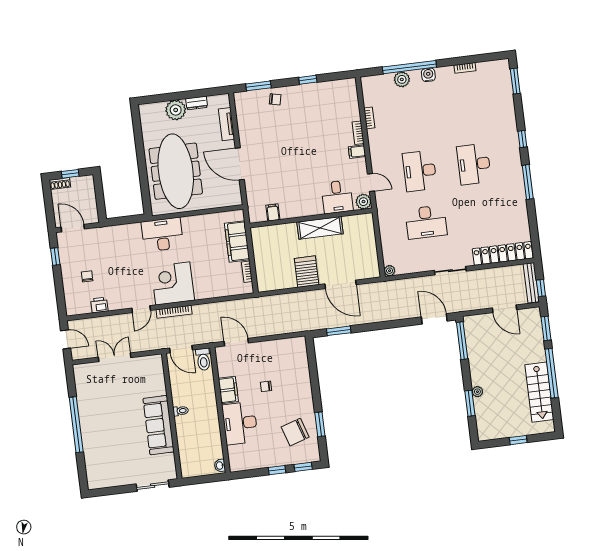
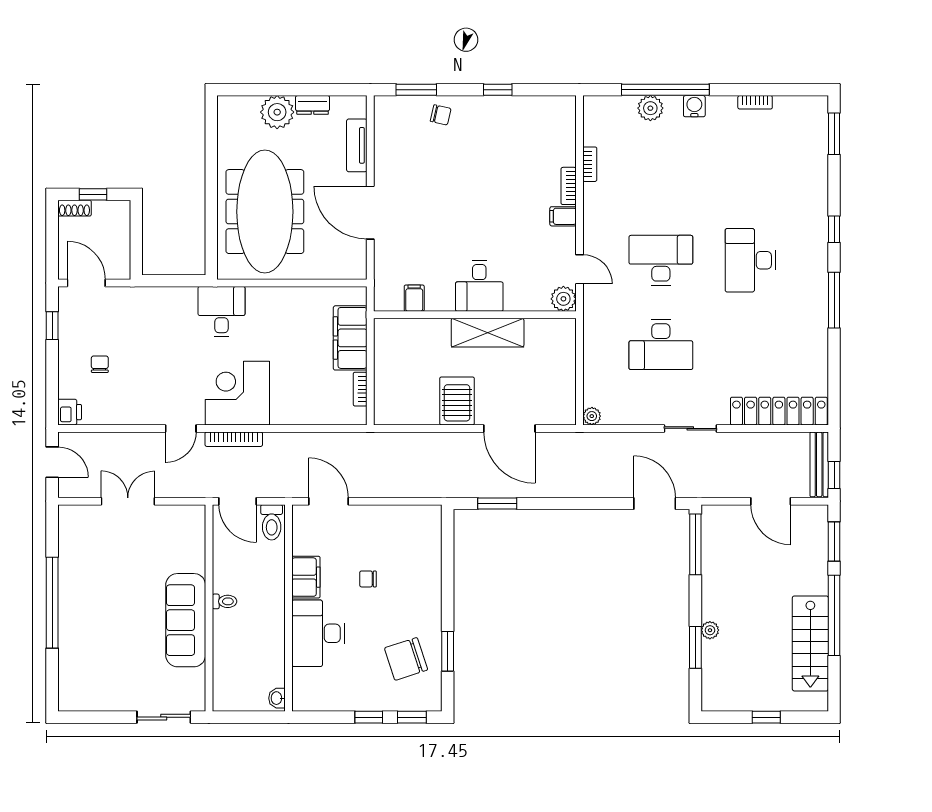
desk: (420, 171) -> (661, 260), turned 90
desk: (337, 197) -> (479, 286), moved
desk: (162, 235) -> (222, 312), width x0.73
printer: (99, 305) -> (70, 412), moved, turned 90

